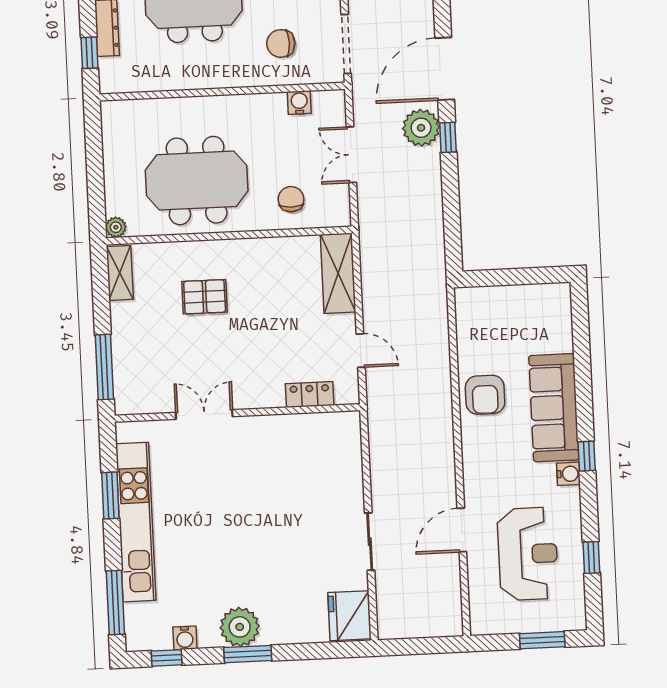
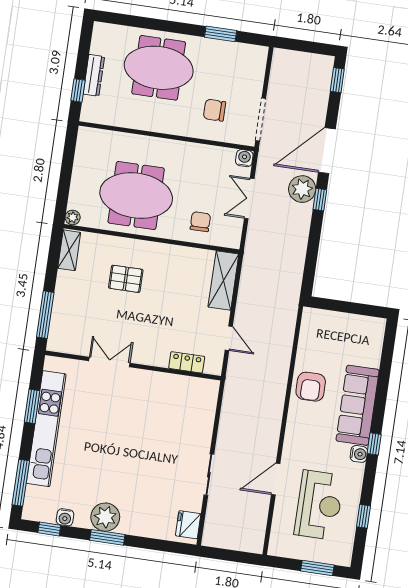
water cooler: (299, 103) -> (244, 158), moved
fridge: (350, 616) -> (188, 525), width x0.73, depth x0.75

